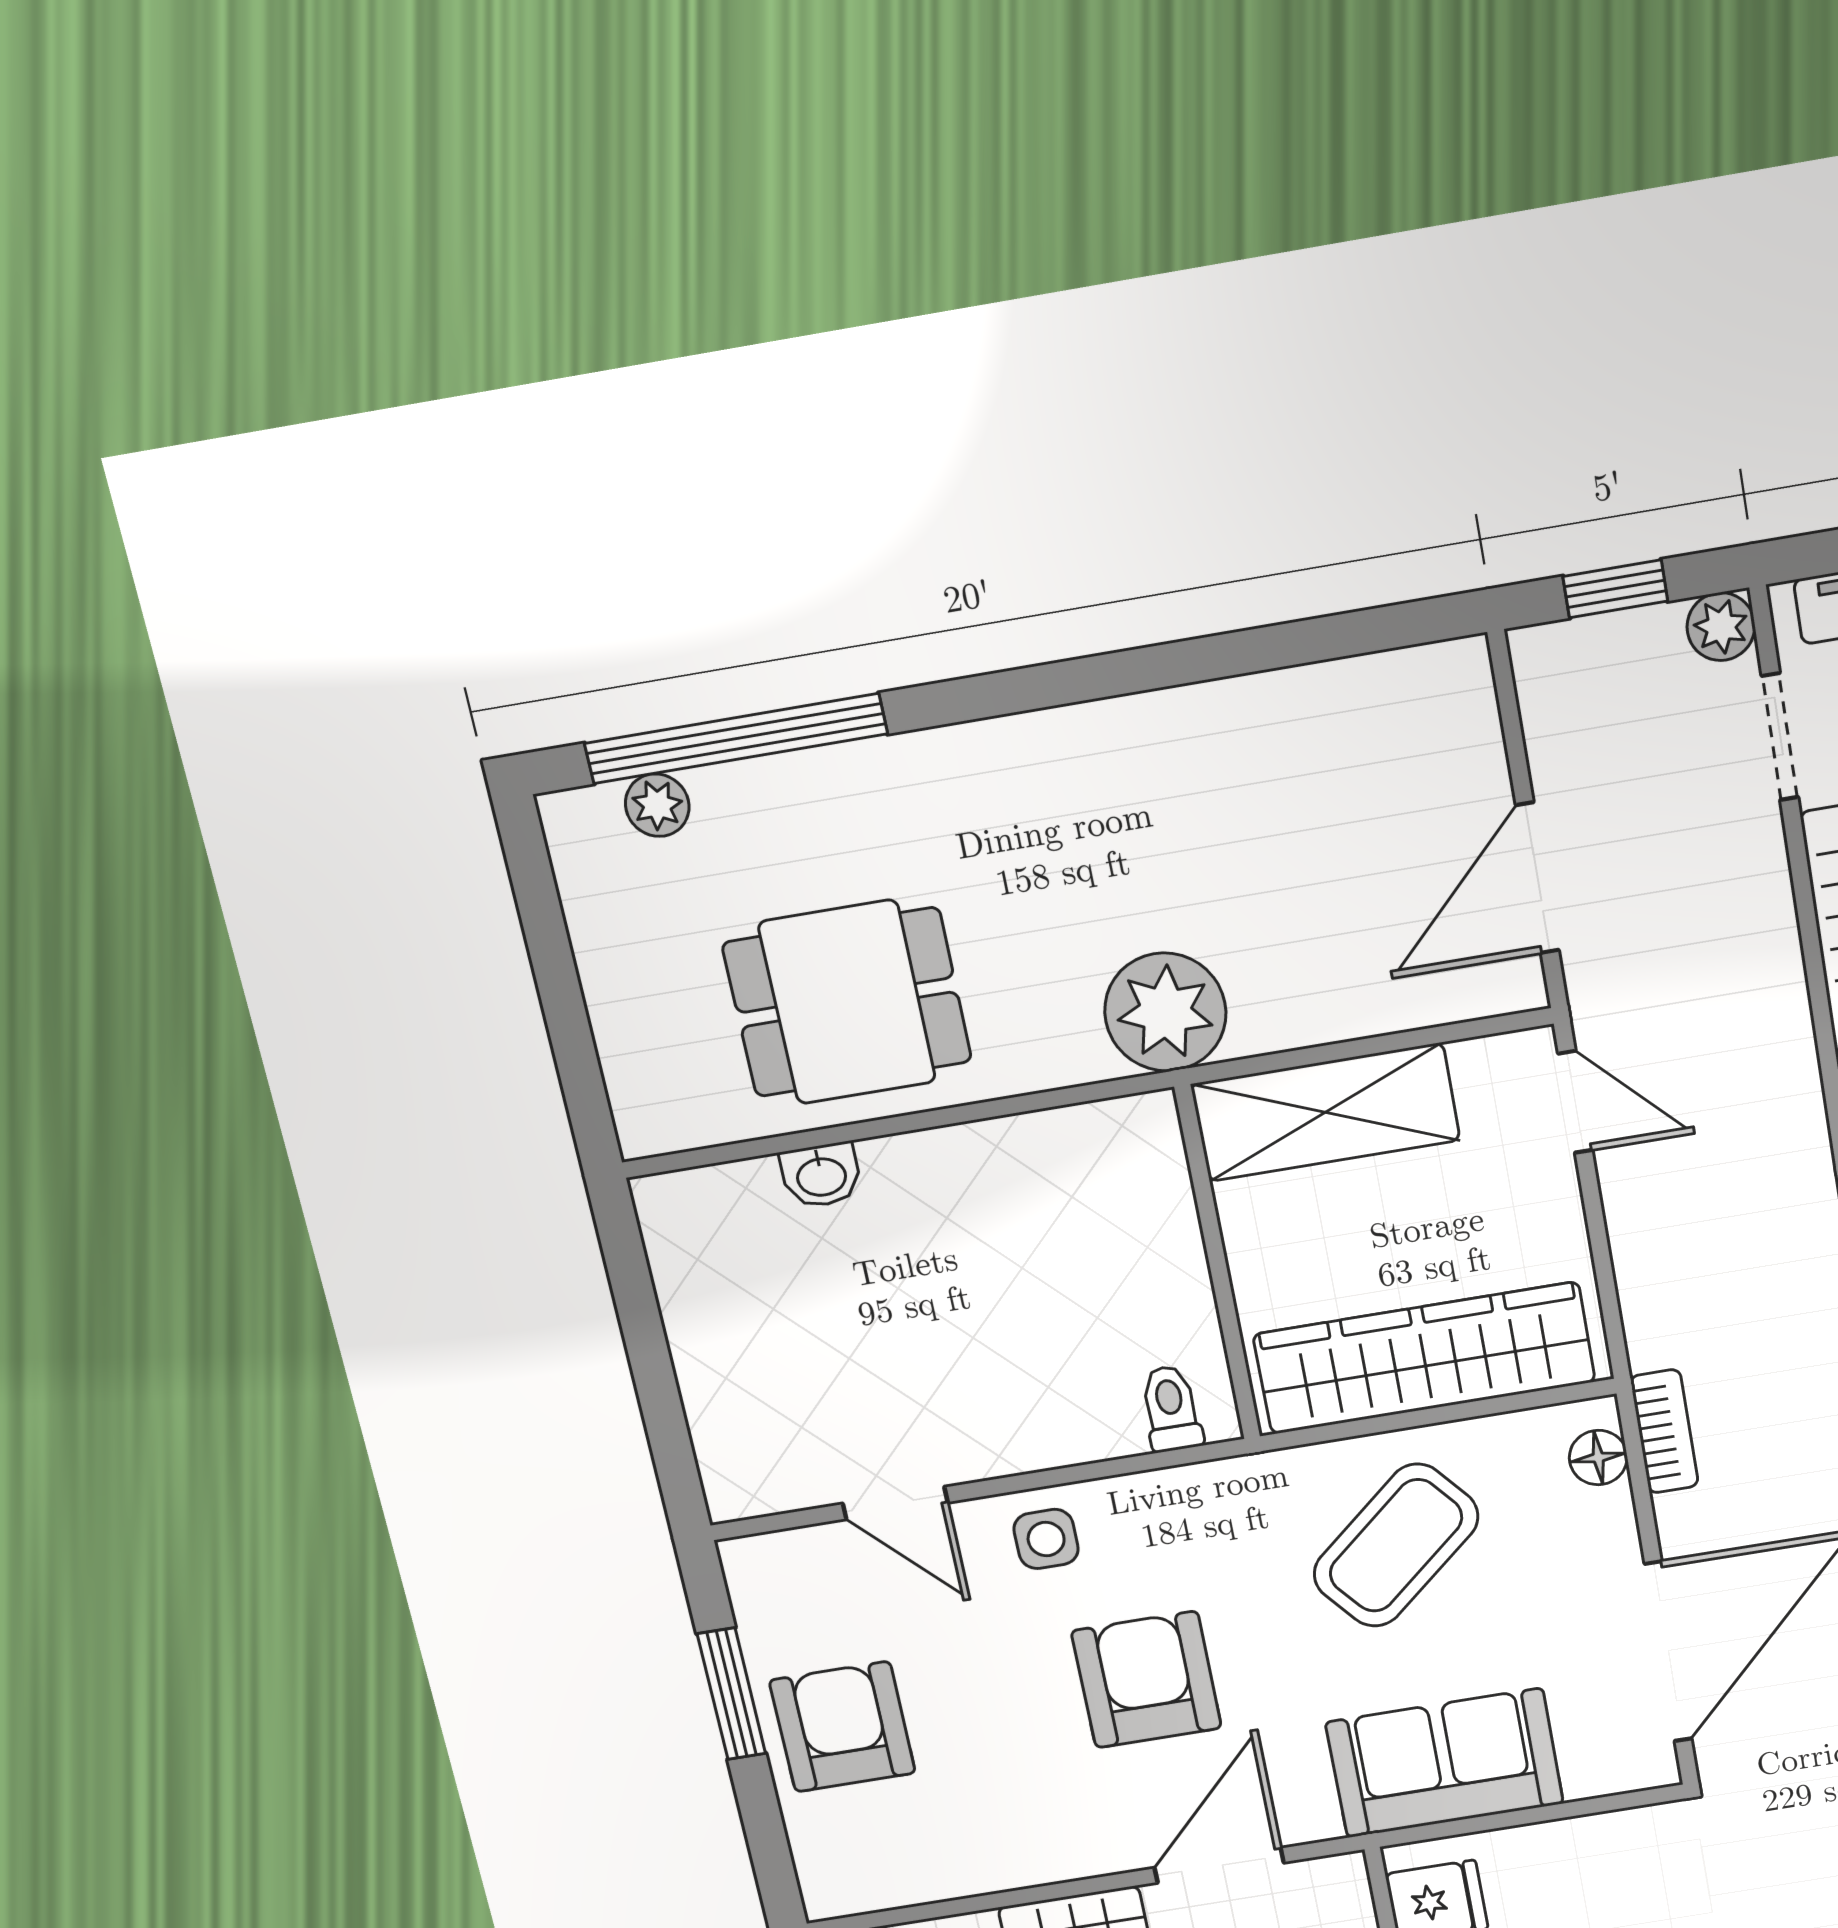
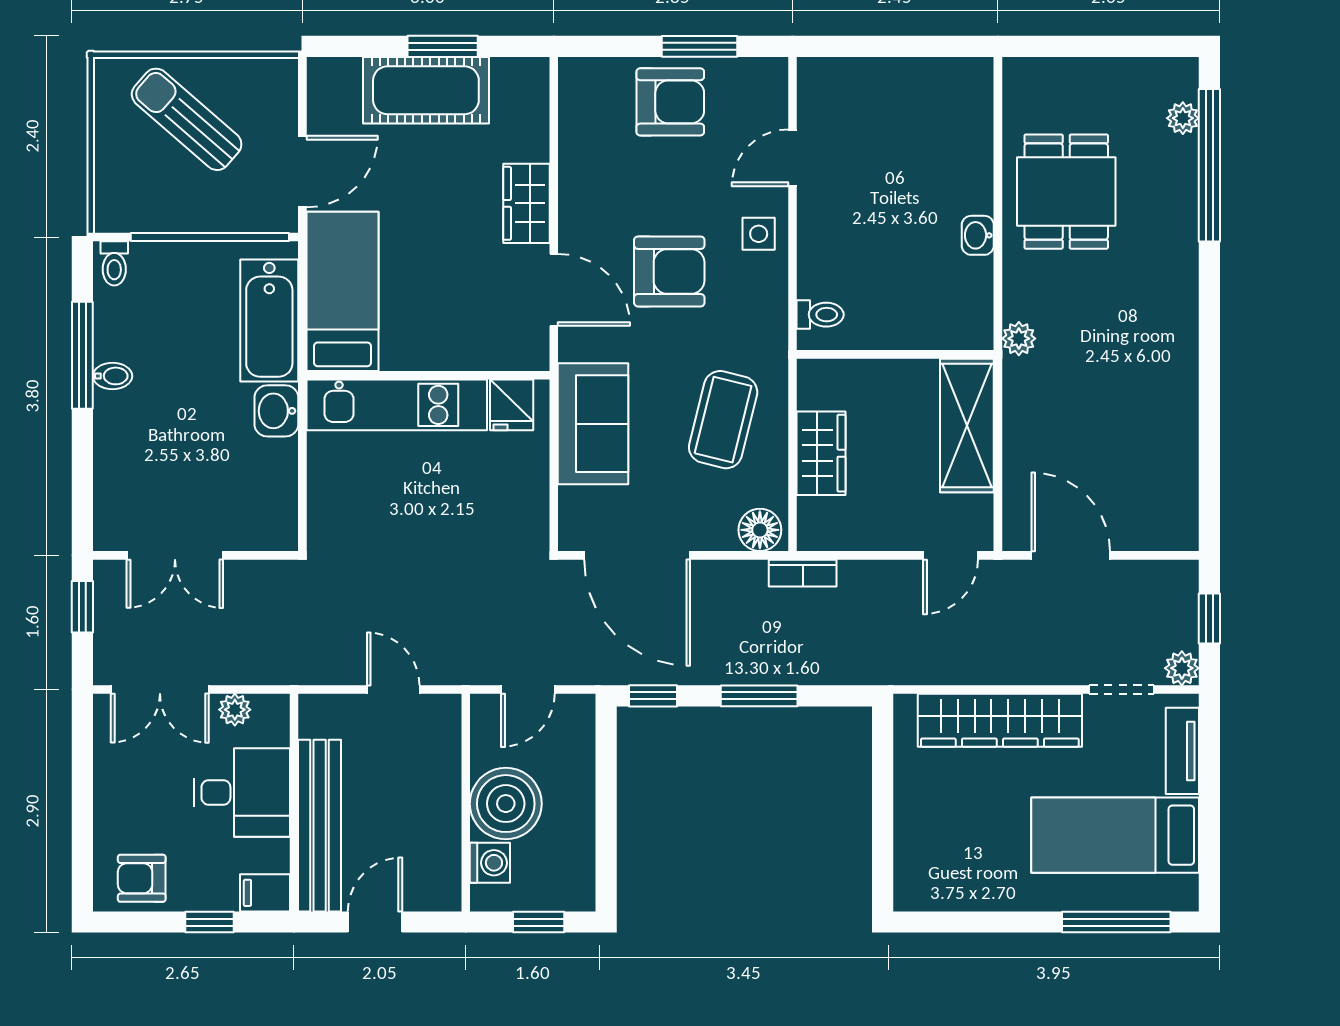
plant: (1165, 1012) -> (1019, 339), width x0.53, depth x0.53
washbasin: (821, 1175) -> (978, 235), moved
wardrobe: (1424, 1358) -> (821, 453), width x0.48, depth x0.85
bookcase: (1664, 1431) -> (803, 573), moved
floor lamp: (1598, 1458) -> (760, 530), width x1.37, depth x1.37
coffee table: (1396, 1545) -> (723, 420), turned 54

